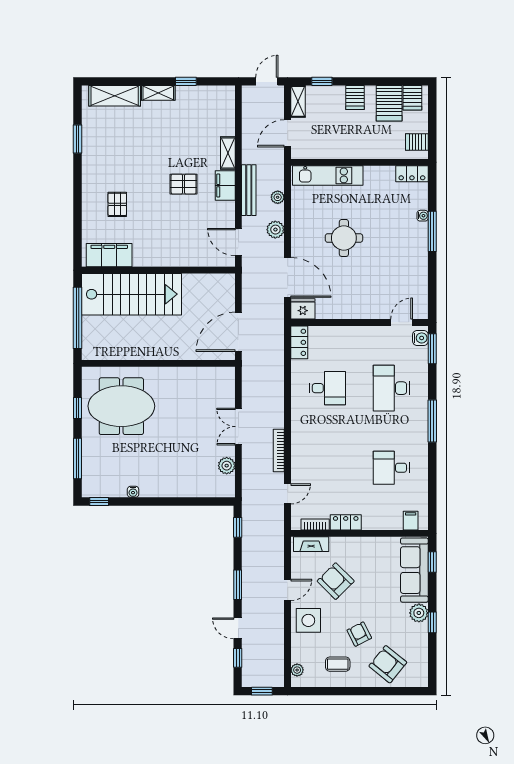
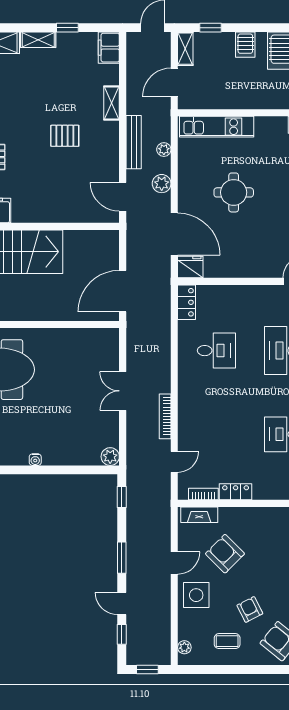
filing cabinet: (225, 186) -> (109, 48), moved
plant: (227, 466) -> (110, 457), moved
water cooler: (133, 492) -> (35, 460), moved

